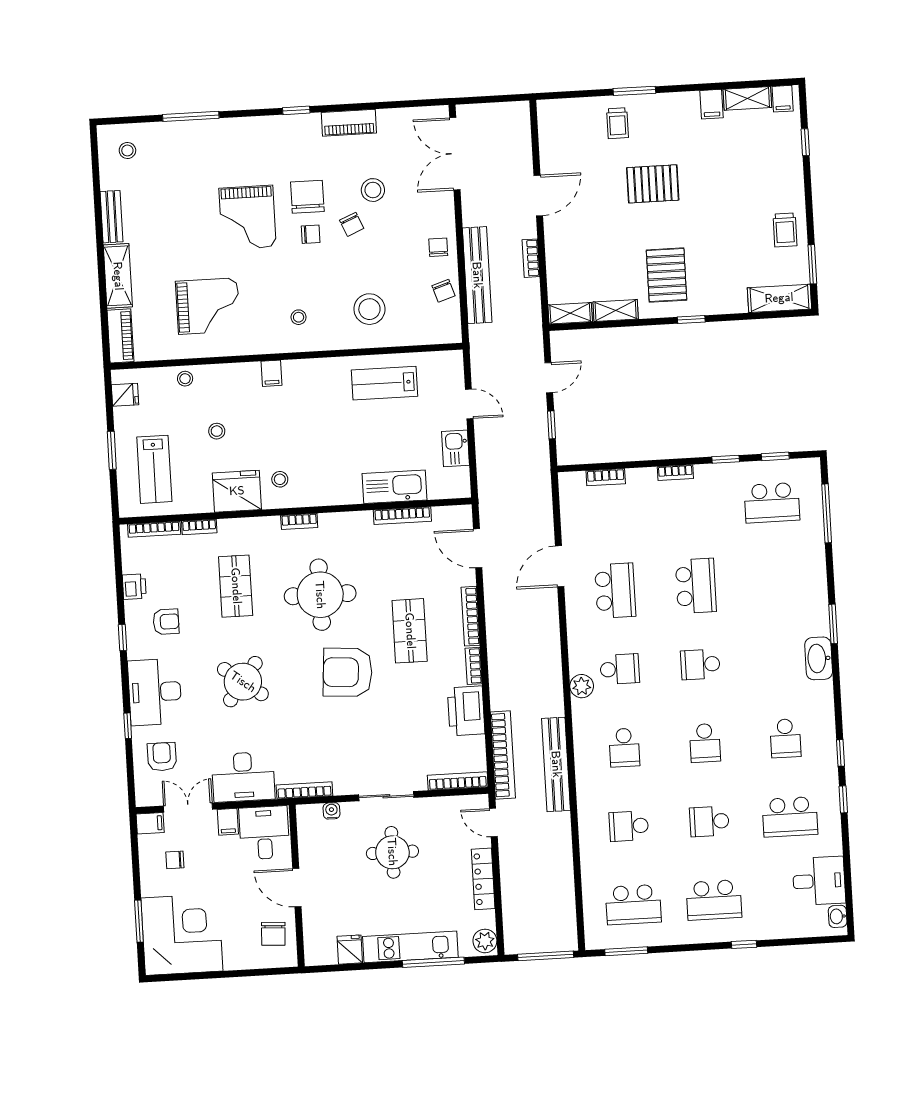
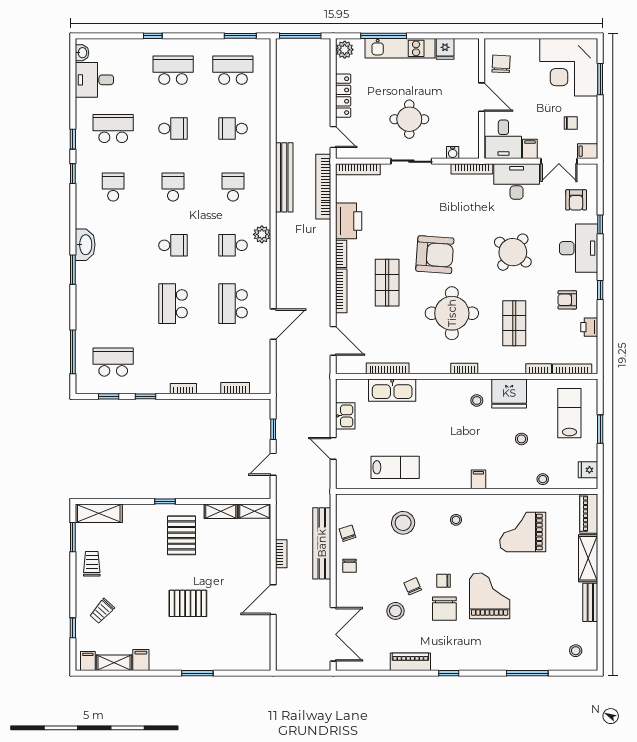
trolley: (618, 123) -> (102, 611), moved, turned -138
school desk: (629, 826) -> (233, 129), turned 180

